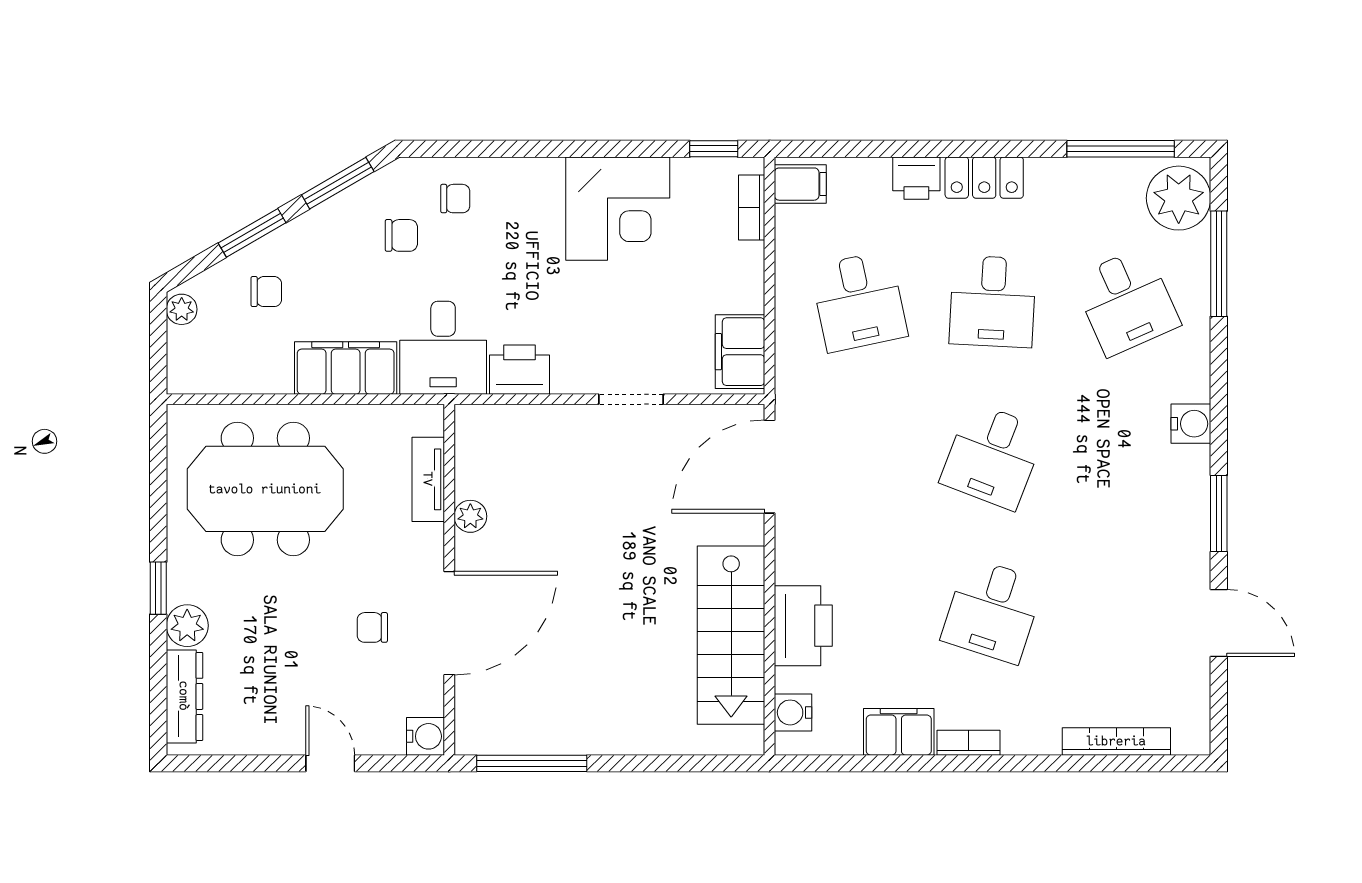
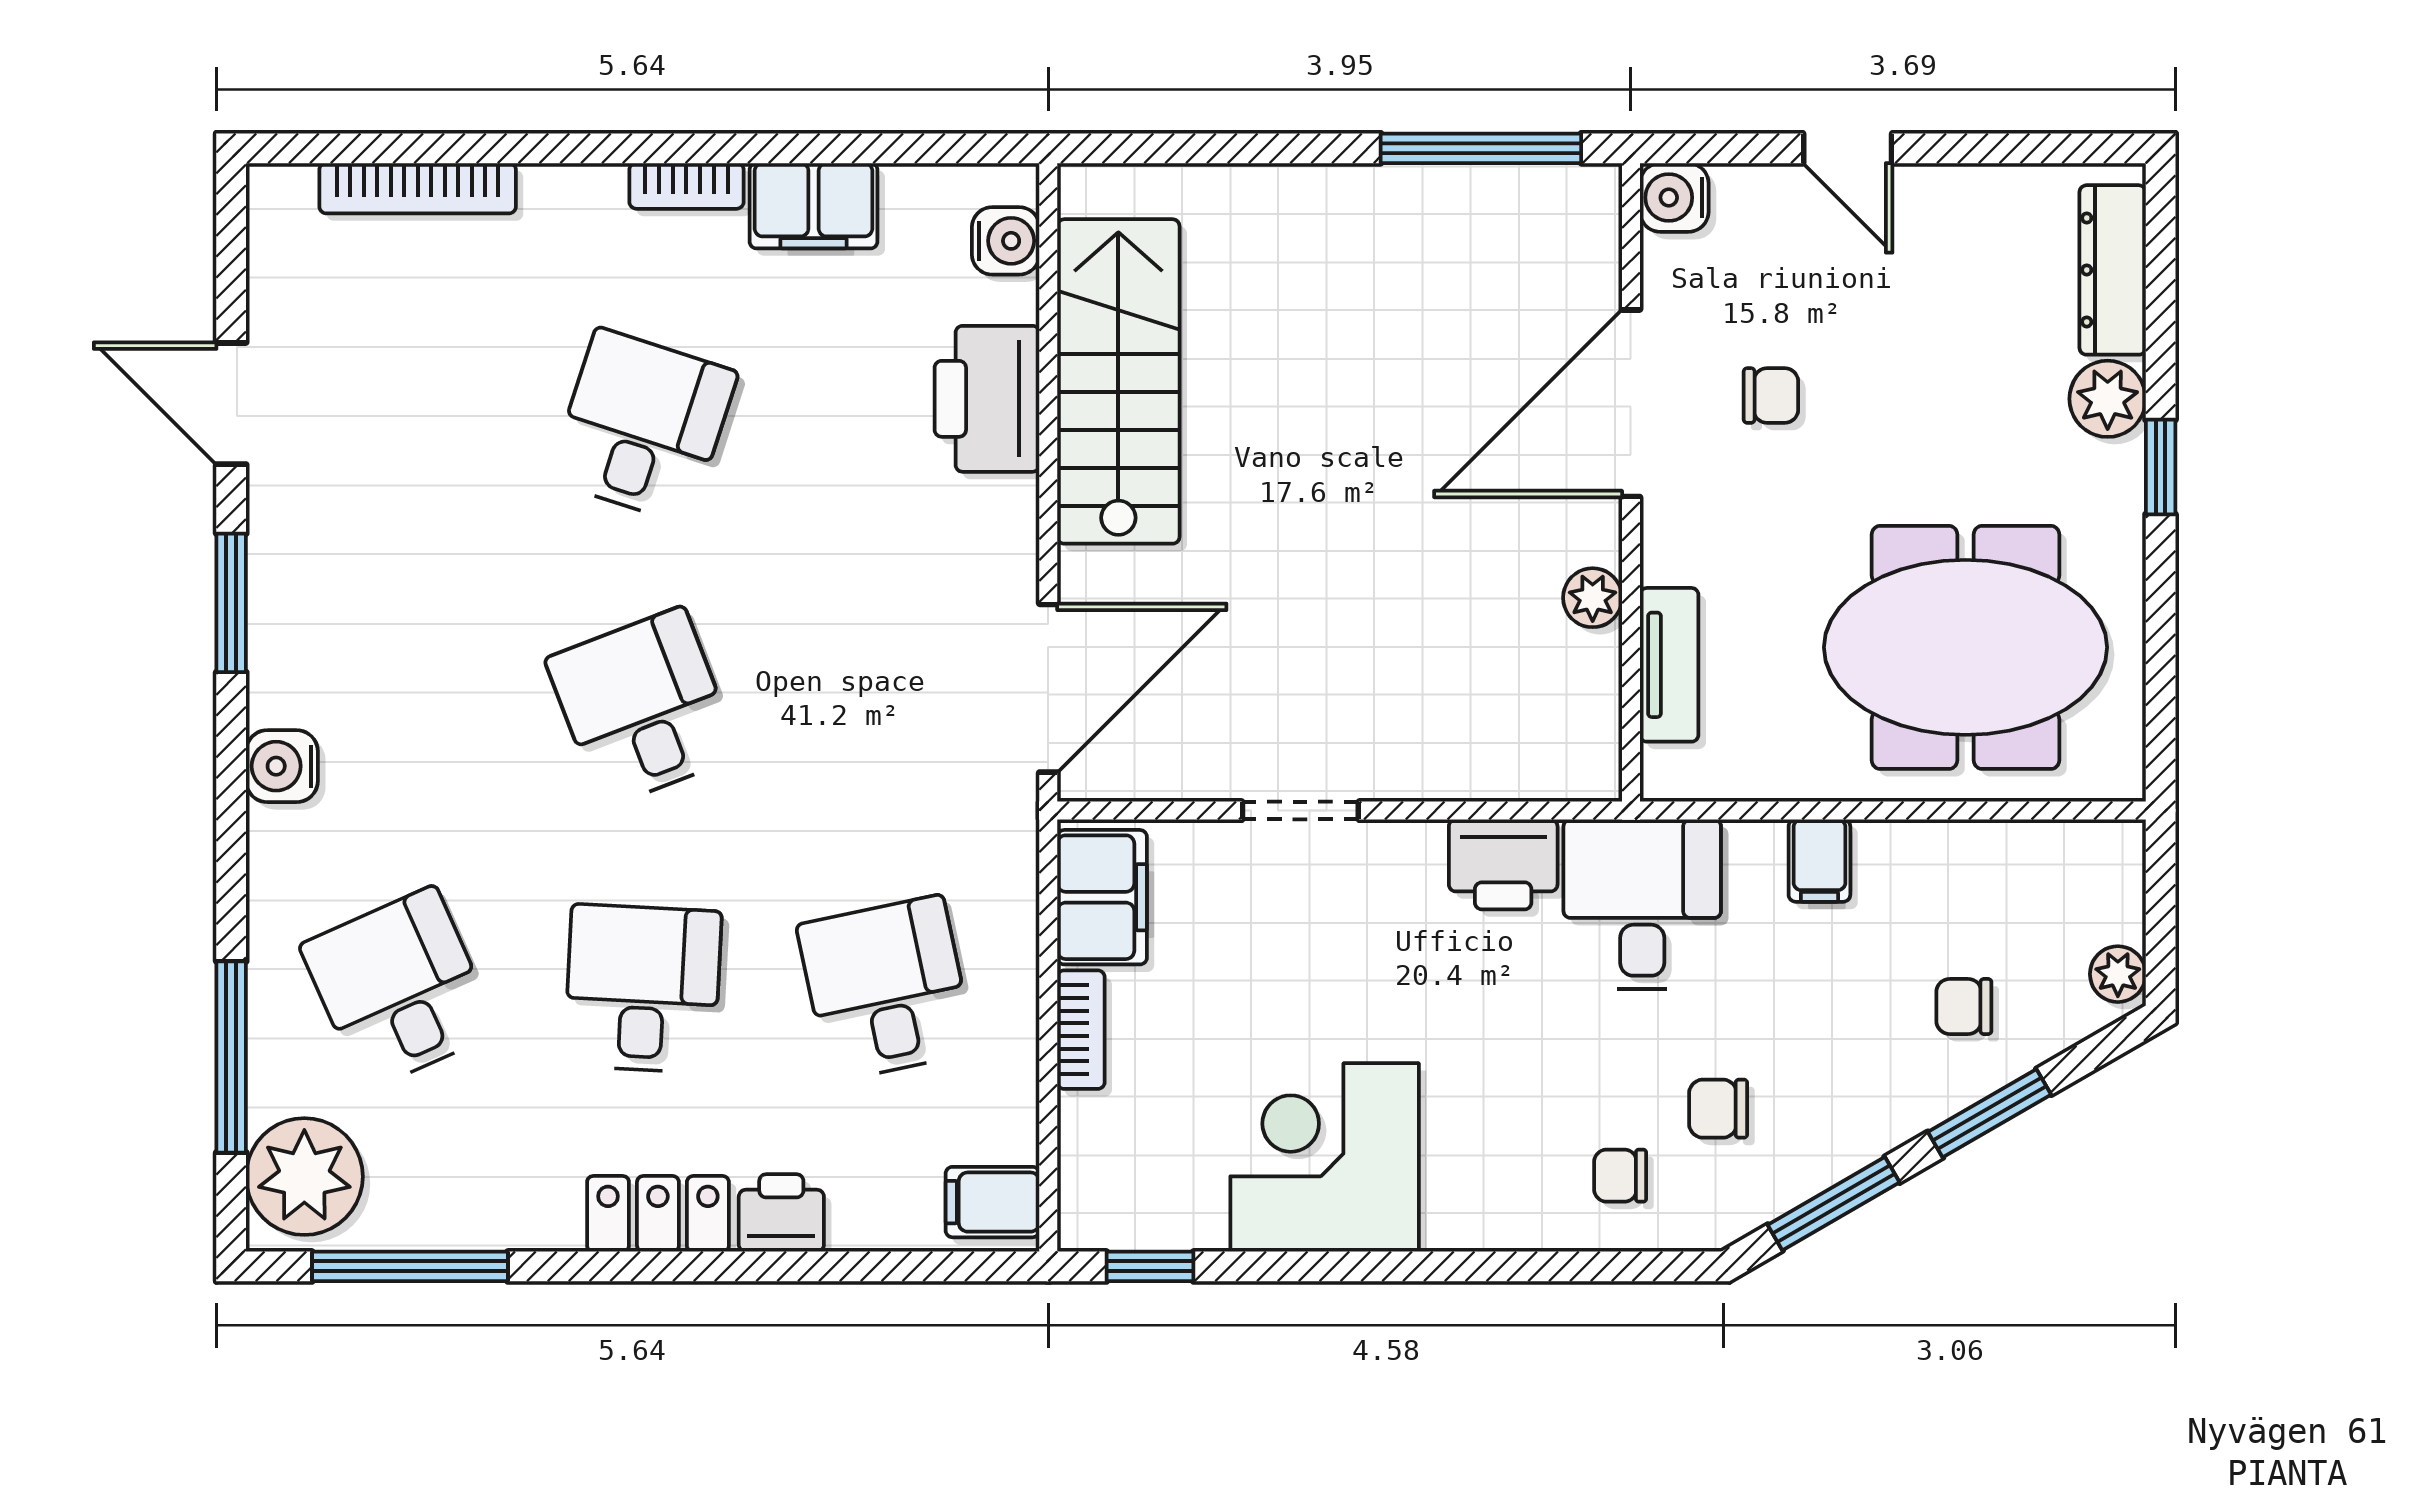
bookcase: (752, 207) -> (1081, 1030), moved
filing cabinet: (346, 368) -> (1819, 861), width x0.33, depth x0.86
desk: (993, 456) -> (643, 707), turned -42

